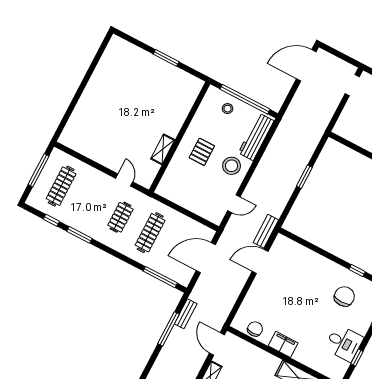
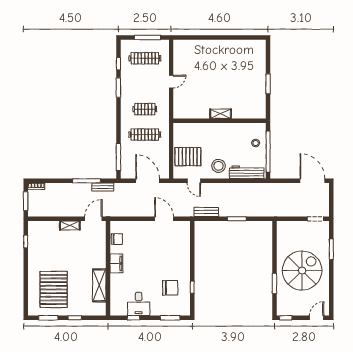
shelving: (163, 149) -> (221, 114), moved
pallet: (202, 152) -> (188, 157), moved, width x1.50, depth x1.42
door: (124, 180) -> (171, 82), moved
bench: (266, 231) -> (206, 212), moved

